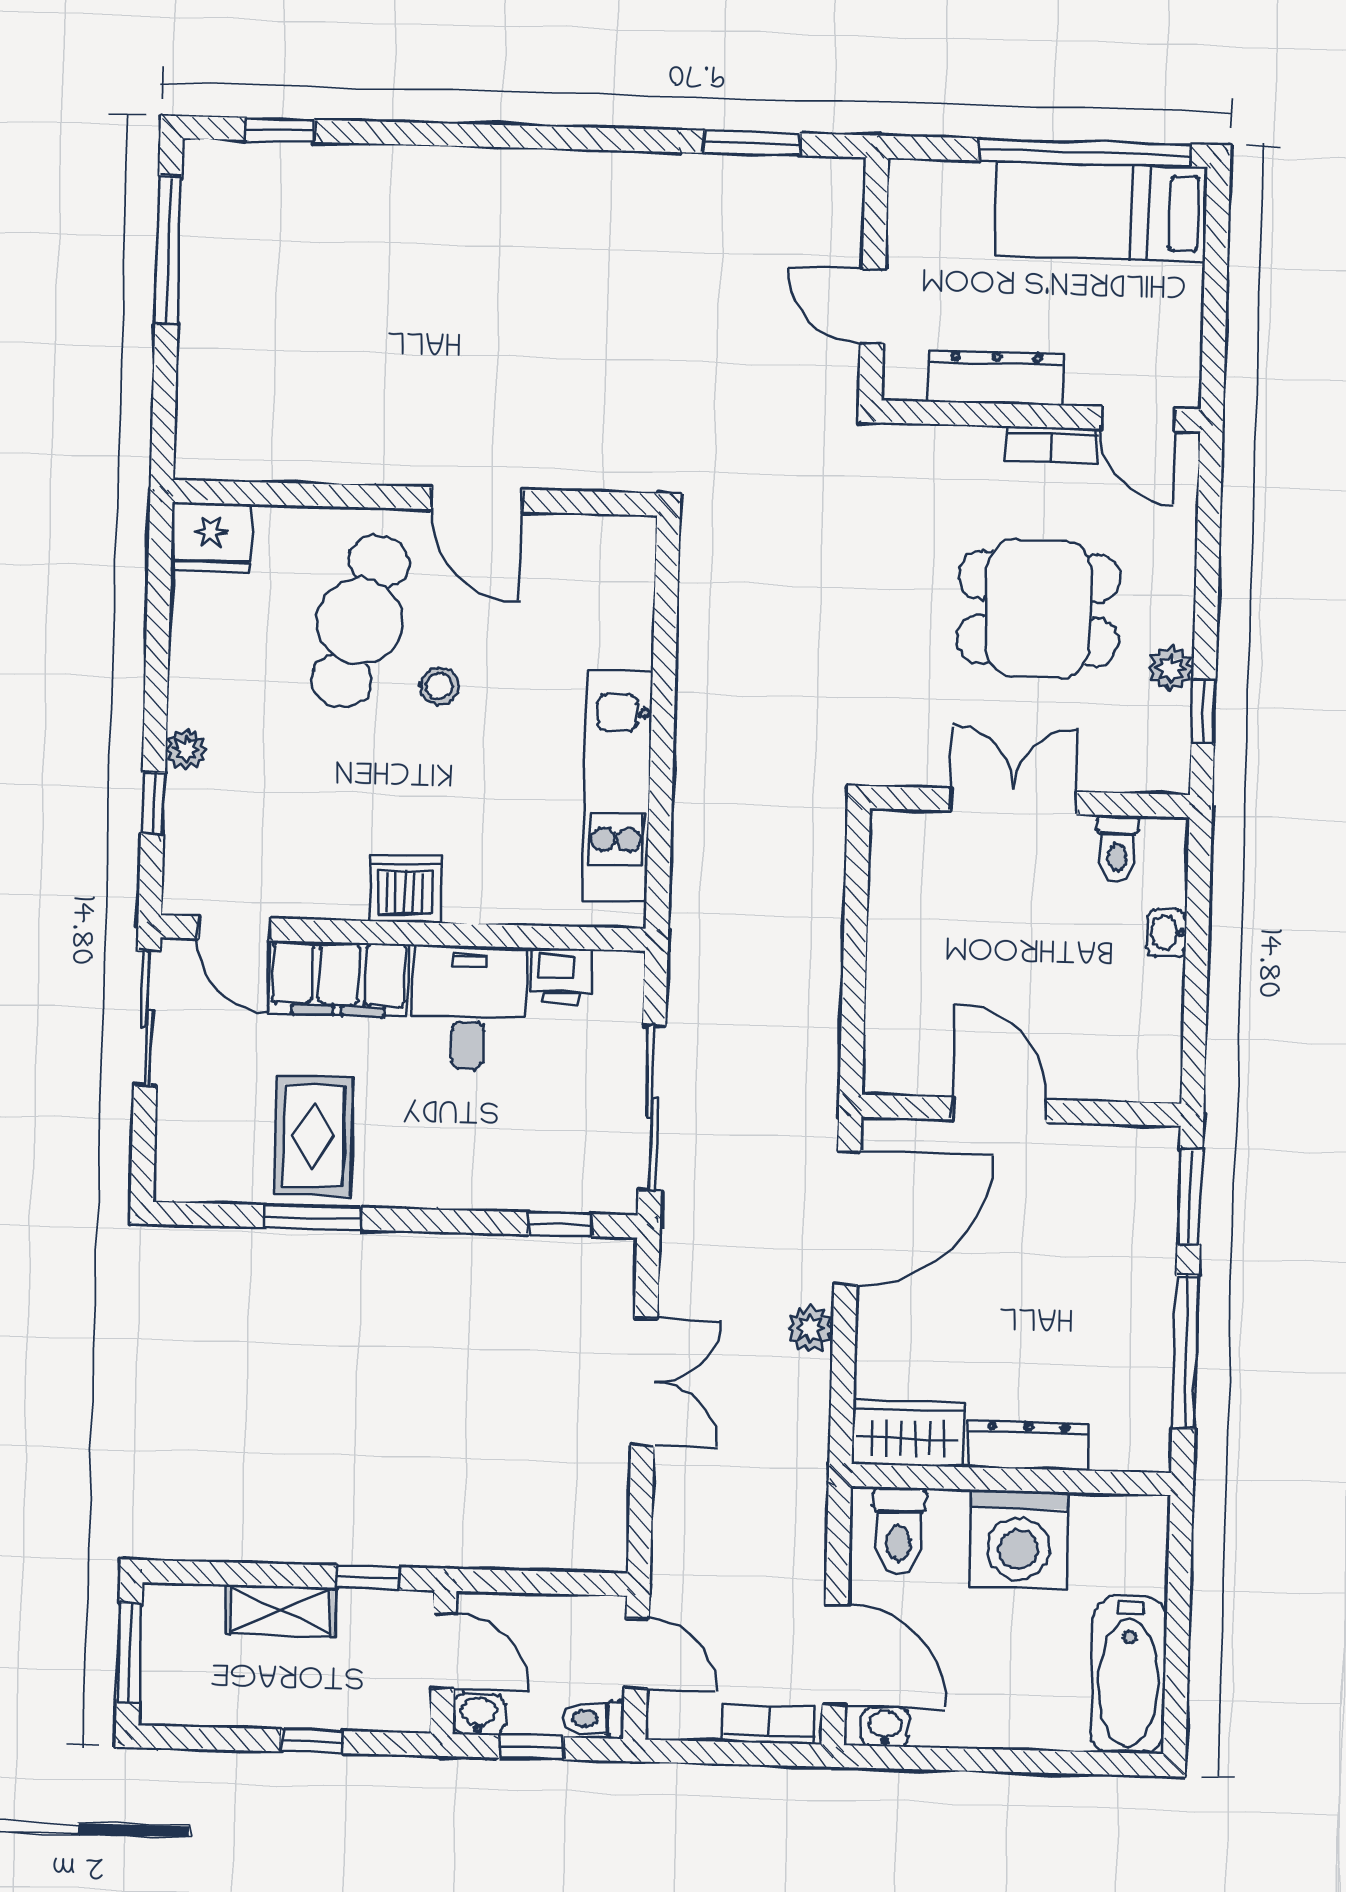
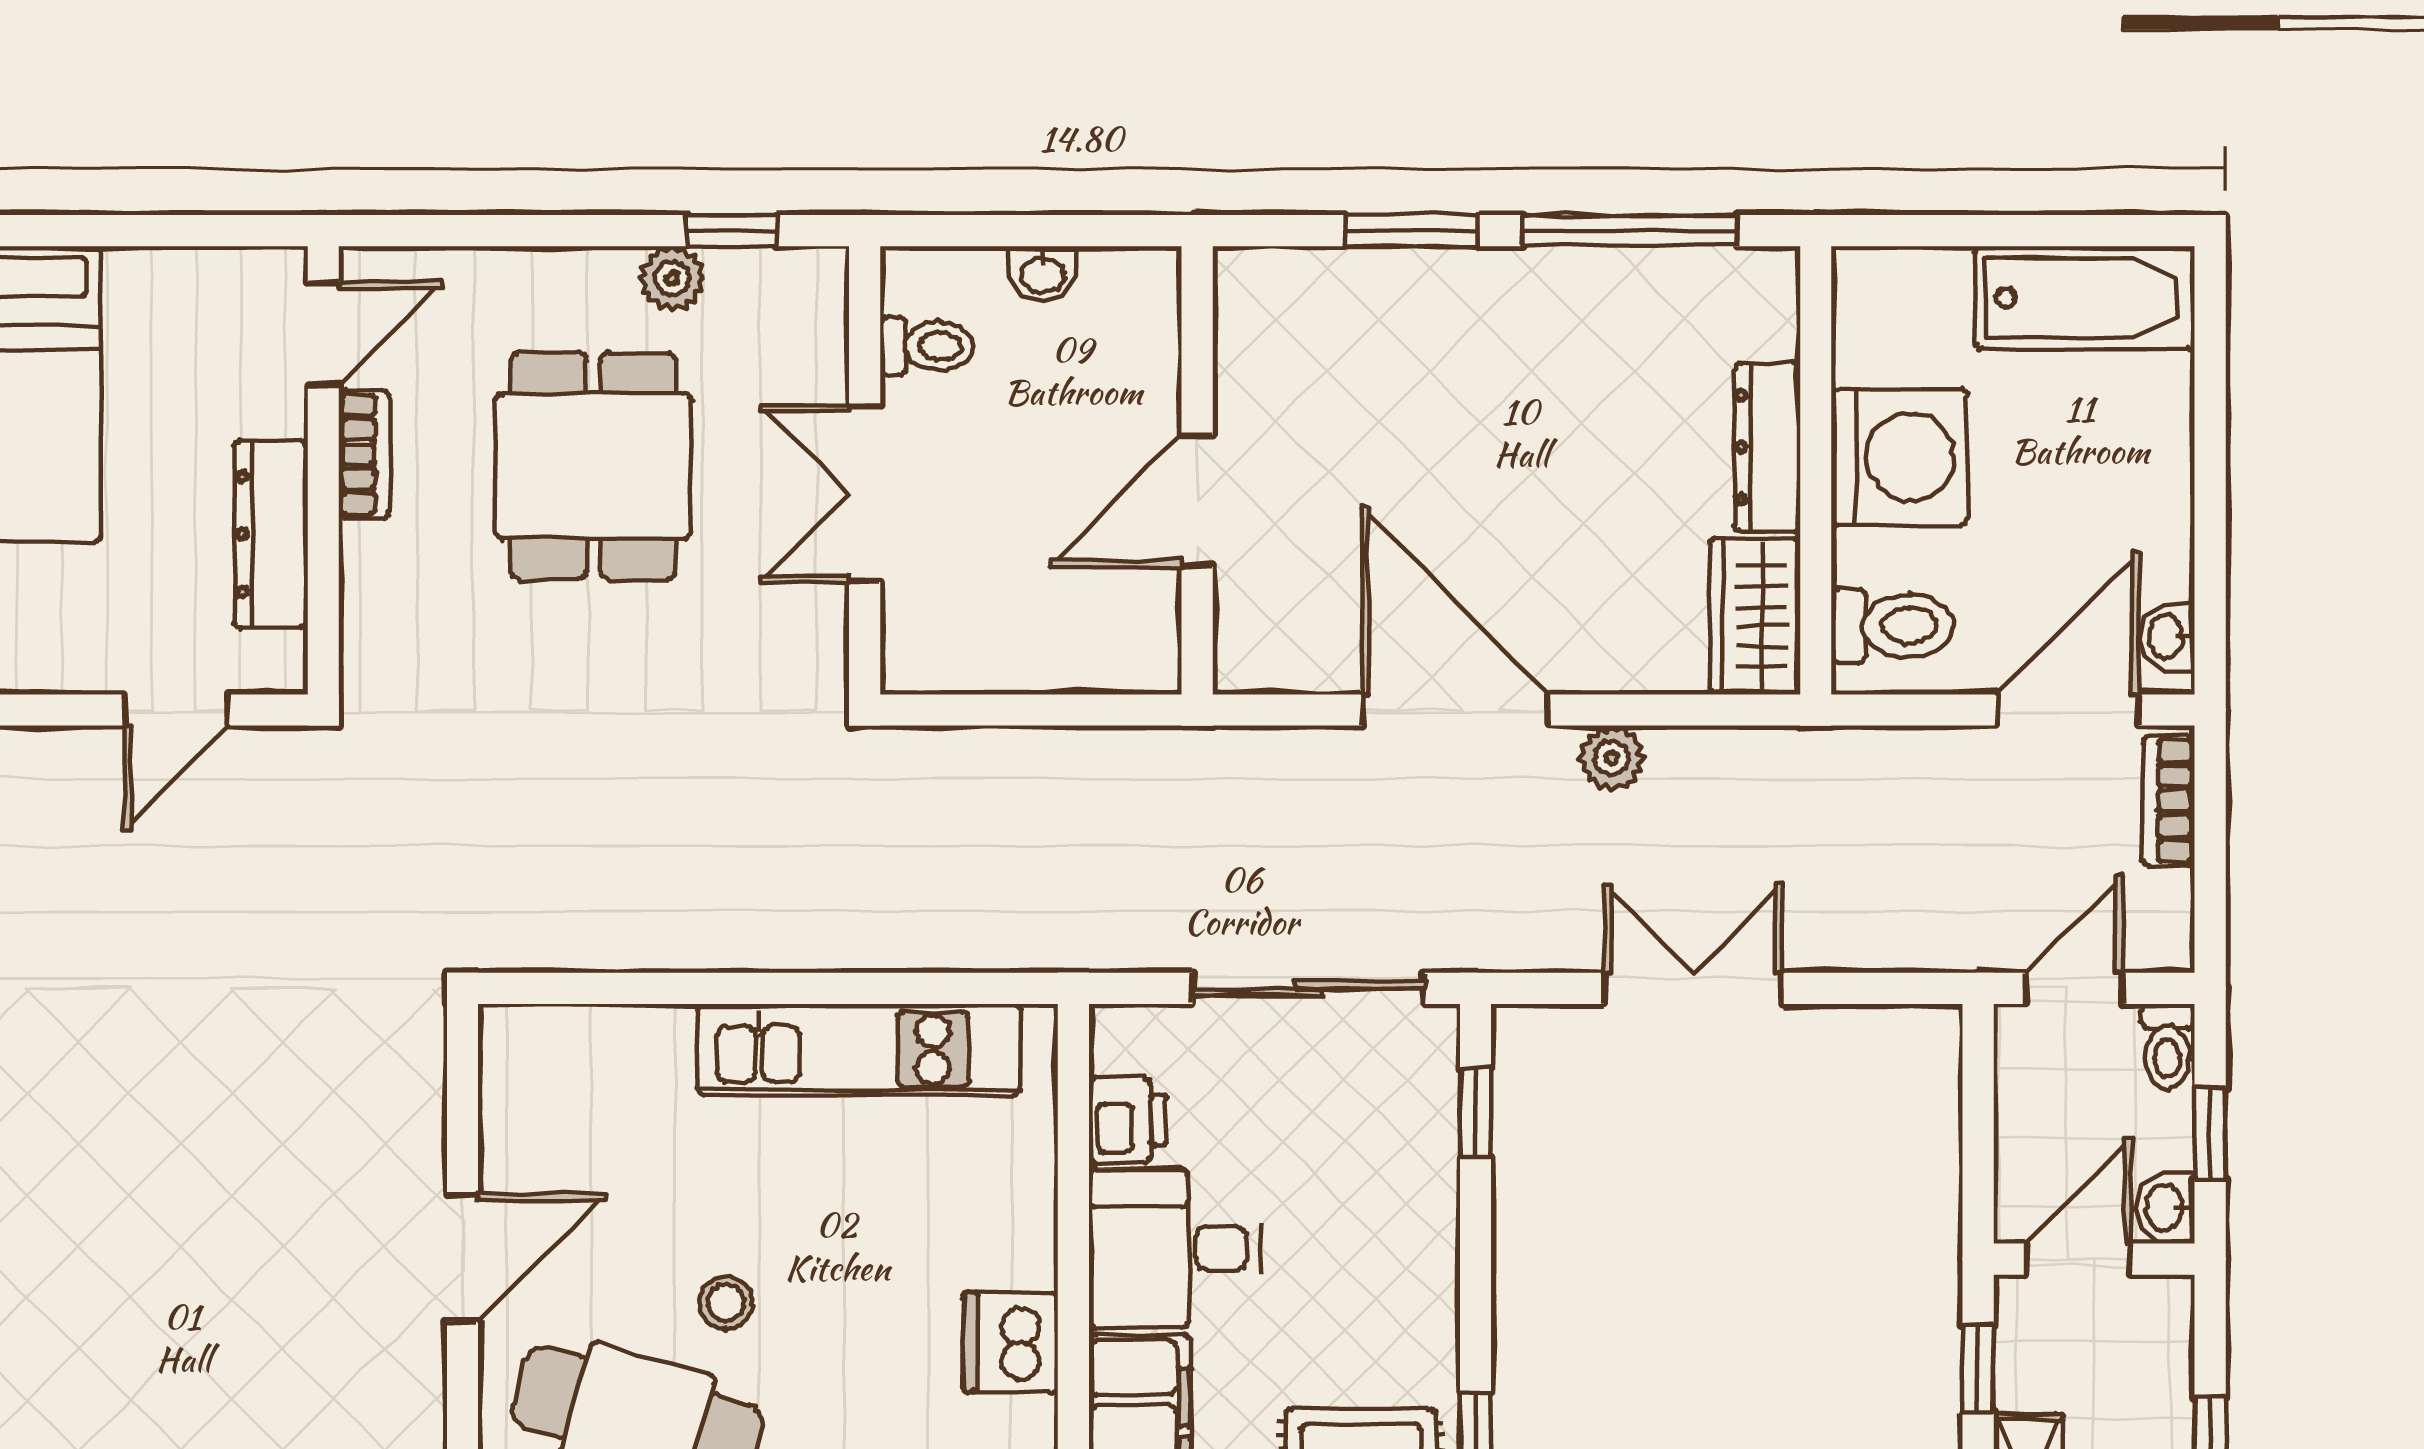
door: (999, 1110) -> (1197, 501), moved
wall: (1021, 1110) -> (1197, 470), moved

